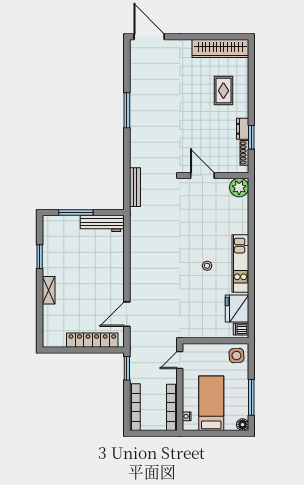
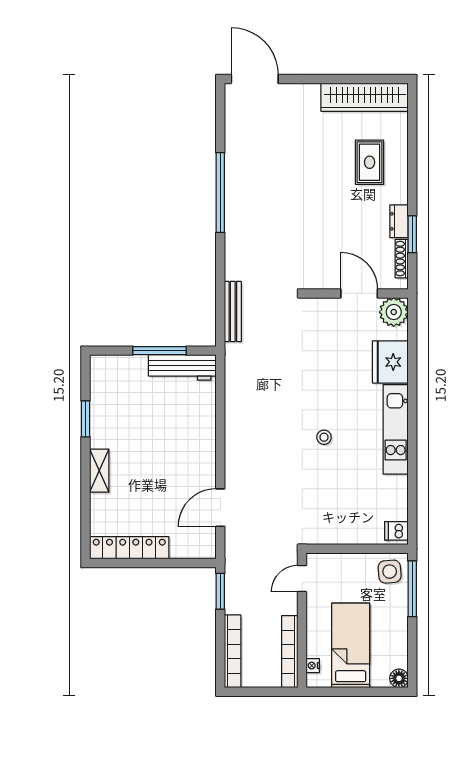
window: (127, 110) -> (220, 193), width x1.46
door: (202, 175) -> (359, 293), moved
window: (76, 212) -> (159, 351), moved
stool: (207, 266) -> (324, 437), moved
fridge: (237, 309) -> (390, 362), moved
locker: (92, 340) -> (129, 548), moved
window: (251, 397) -> (412, 589), moved

